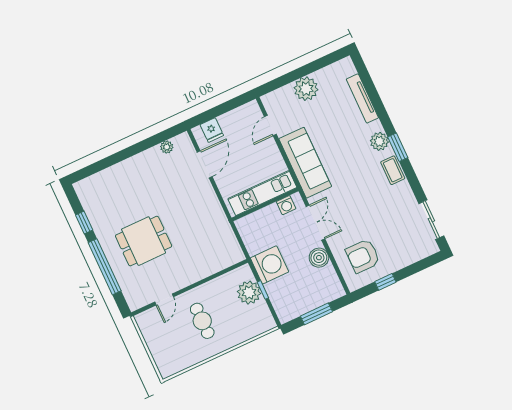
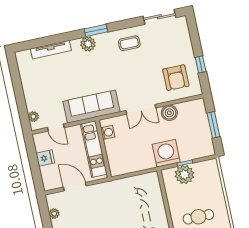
plant: (306, 89) -> (33, 117), moved, width x0.53, depth x0.53
fridge: (212, 130) -> (45, 158), moved
coffee table: (393, 170) -> (129, 43), moved
kitchen unit: (262, 193) -> (94, 149), moved
wall: (265, 204) -> (103, 149), moved
washing machine: (286, 205) -> (108, 132), moved
double door: (315, 223) -> (141, 109), swing flipped

